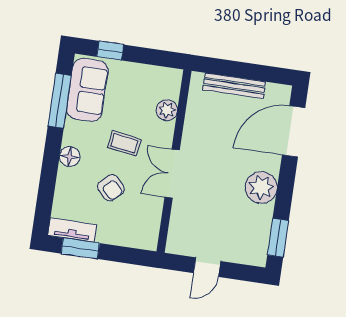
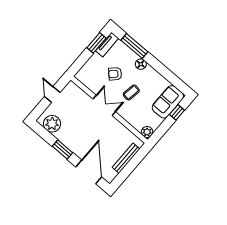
sofa: (87, 90) -> (168, 102), moved, turned 90
window: (60, 101) -> (134, 46), moved
plant: (167, 110) -> (147, 132), moved
plant: (261, 187) -> (52, 124), moved
window: (278, 238) -> (63, 149), moved

